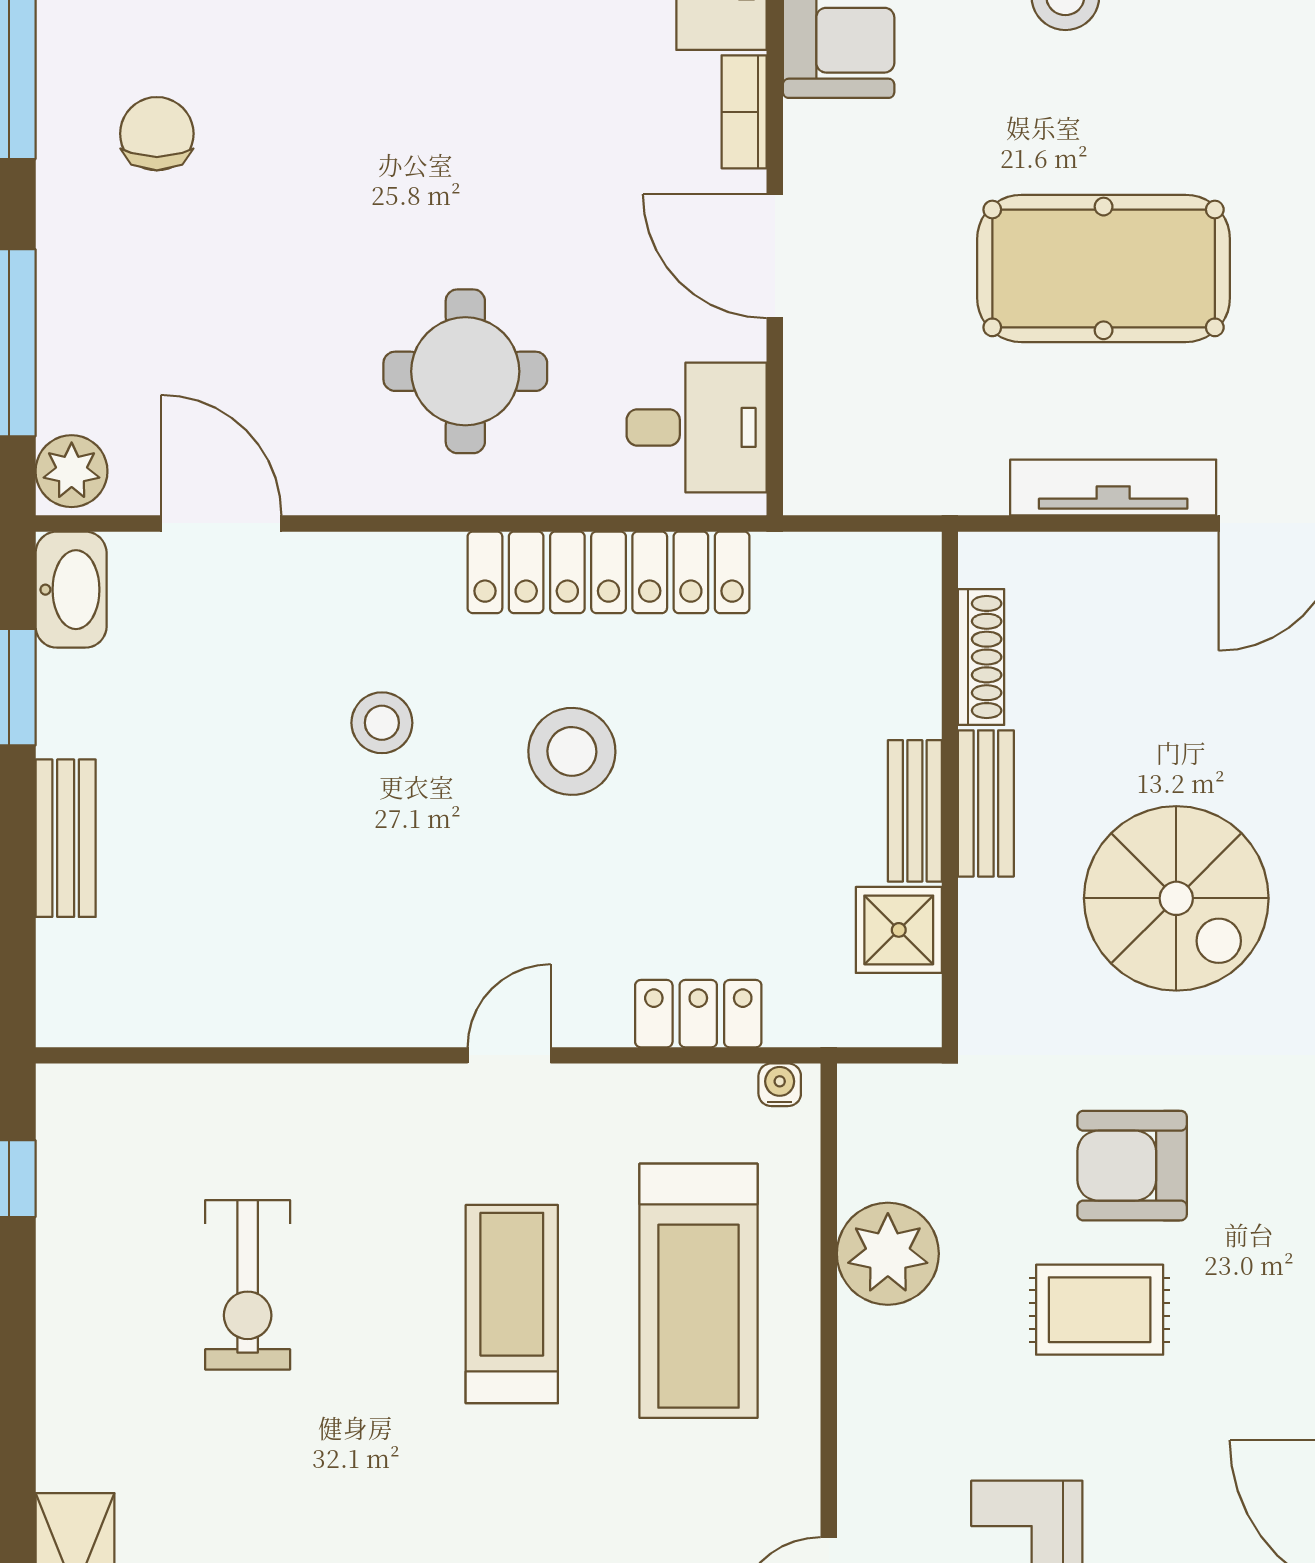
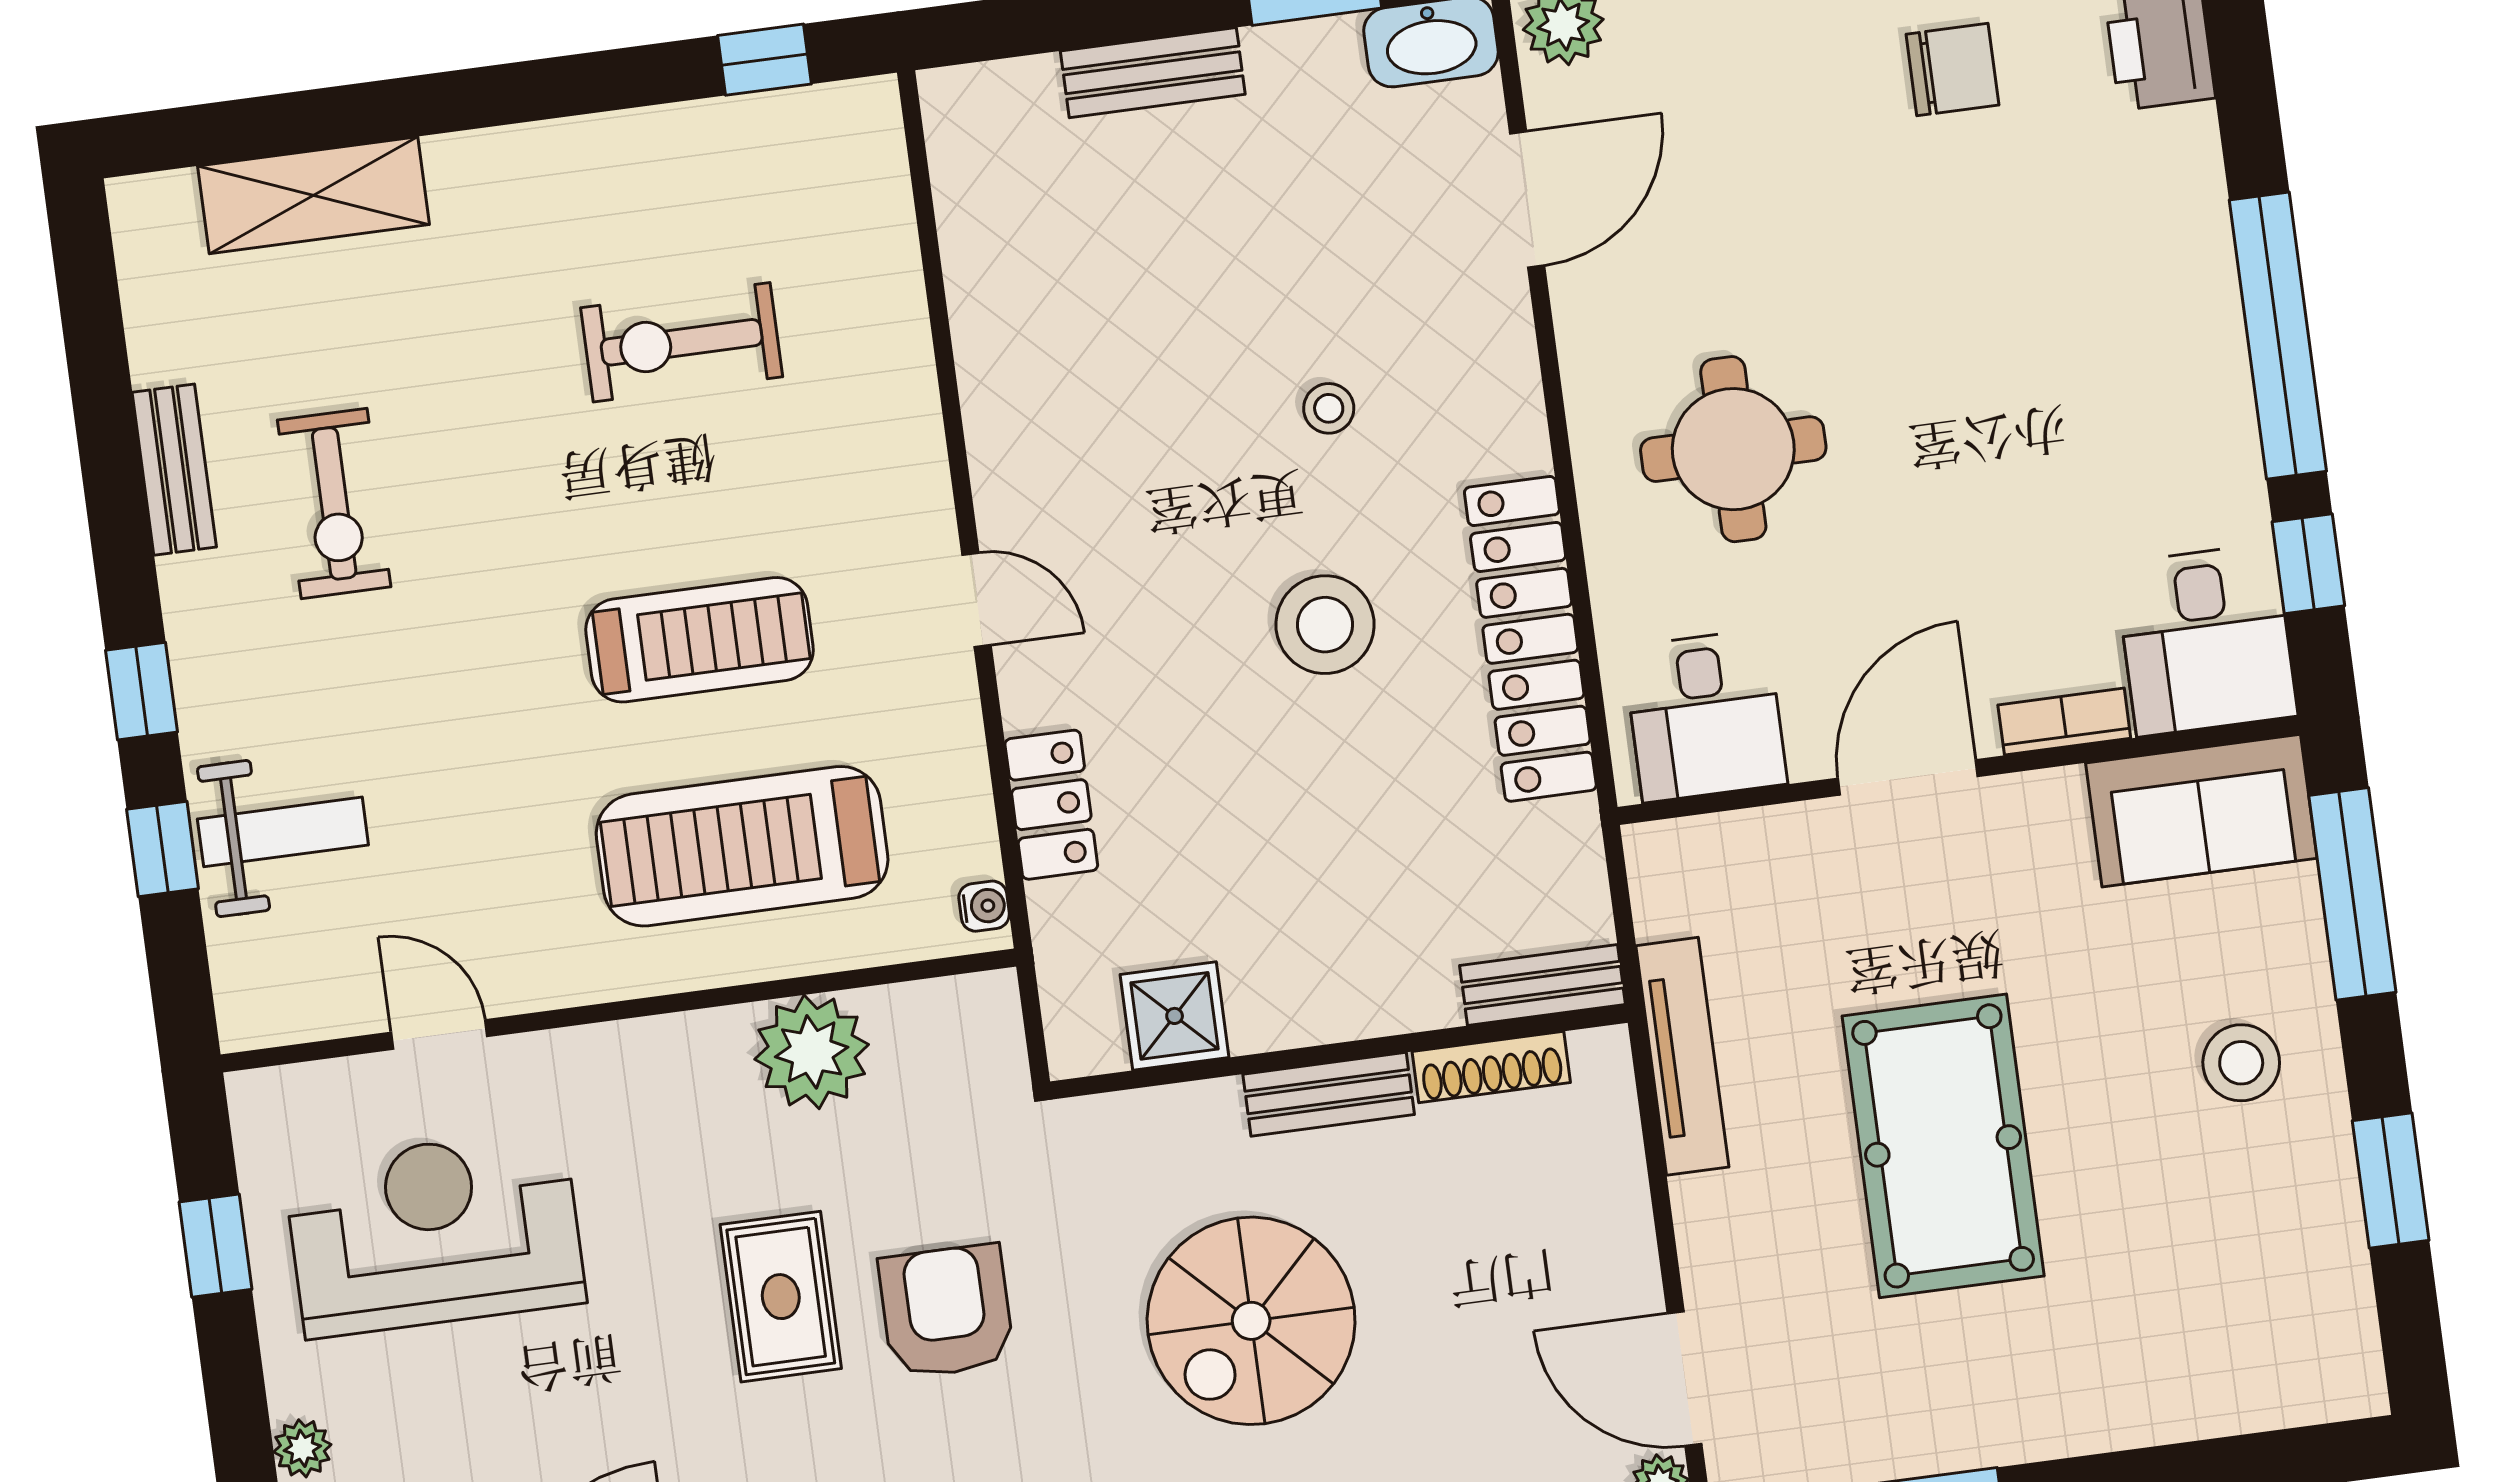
tv unit: (1113, 487) -> (1682, 1056), moved
stool: (382, 723) -> (1329, 408), width x0.73, depth x0.73
bench: (915, 811) -> (1543, 985), moved

